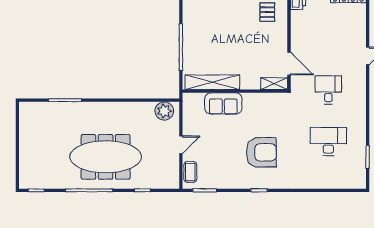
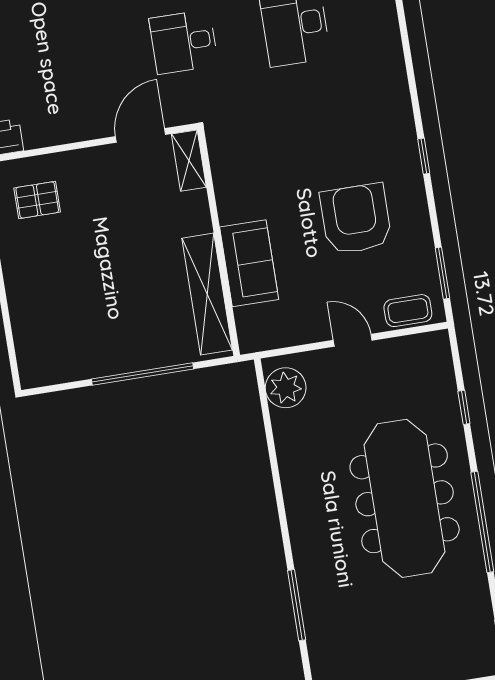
armchair: (261, 152) -> (356, 219), moved

